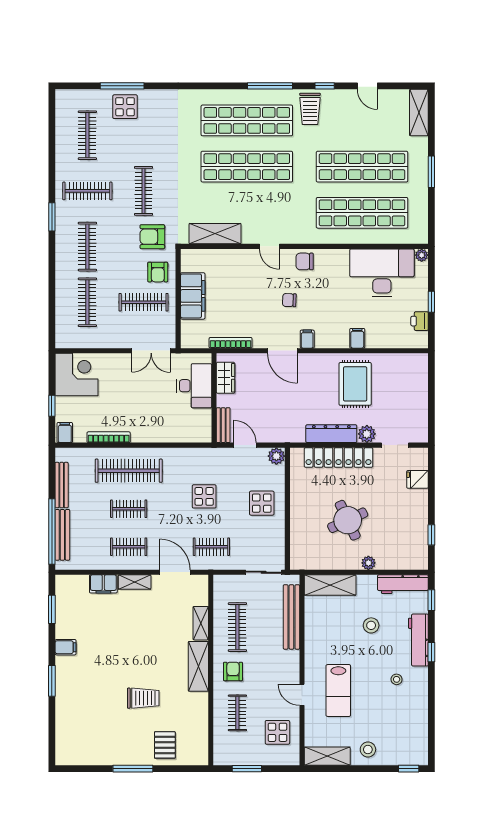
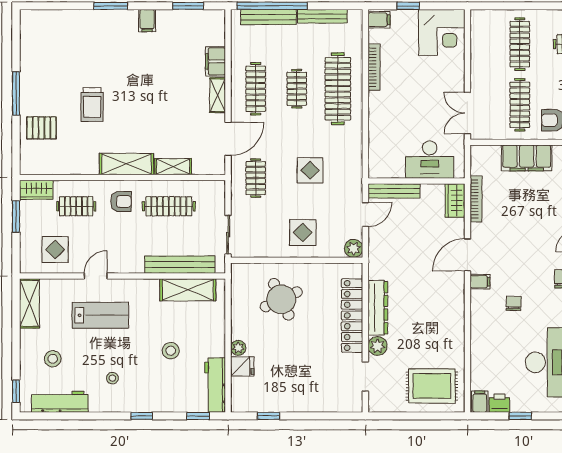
chair: (289, 300) -> (514, 303), moved
clothes rail: (87, 302) -> (520, 44), turned 90
filing cabinet: (357, 338) -> (480, 402), moved, turned -90
wardrobe: (226, 378) -> (455, 200), moved, turned 90
rug: (355, 384) -> (432, 386), moved
bench: (223, 425) -> (394, 191), width x1.36
fridge: (418, 479) -> (242, 366), moved, turned 90
round table: (348, 520) -> (281, 299), moved
clothes rail: (129, 547) -> (256, 89), width x1.36
shelving: (330, 585) -> (188, 290), moved, turned 90
workbench: (418, 640) -> (60, 402), moved
lab bench: (338, 690) -> (100, 315), turned 180
stool: (368, 749) -> (53, 359), moved
wardrobe: (222, 750) -> (36, 190), added

